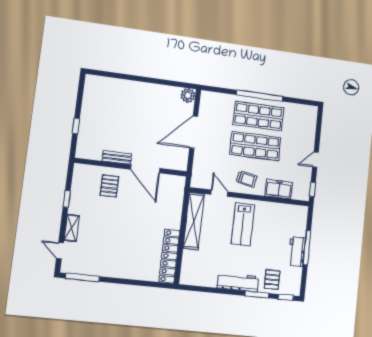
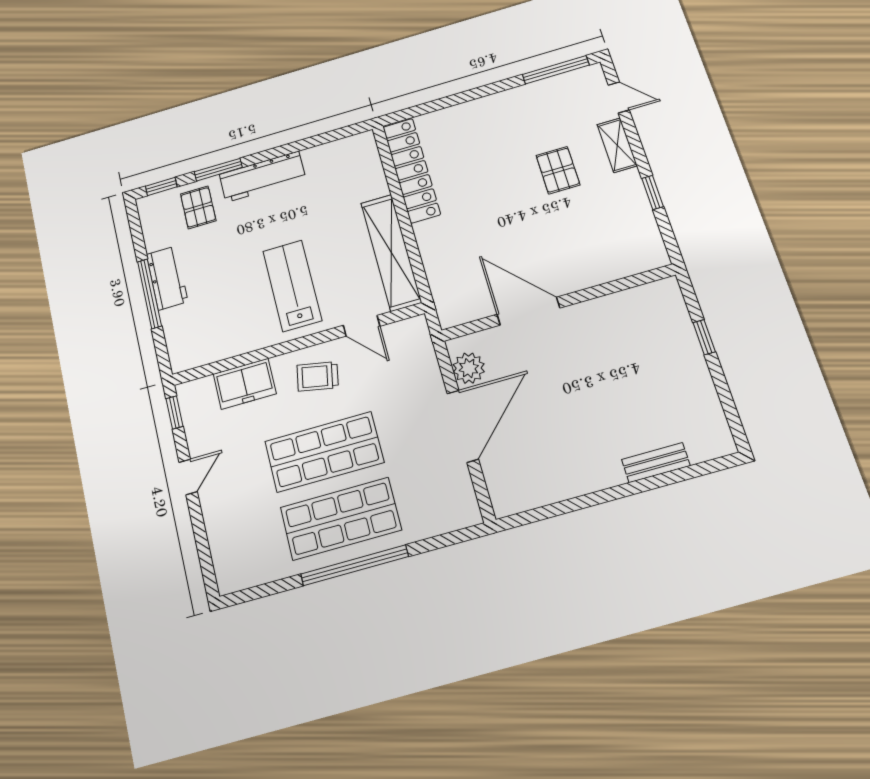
plant: (188, 95) -> (469, 368), moved
bench: (117, 157) -> (656, 463), moved
pallet: (109, 186) -> (558, 170), moved

